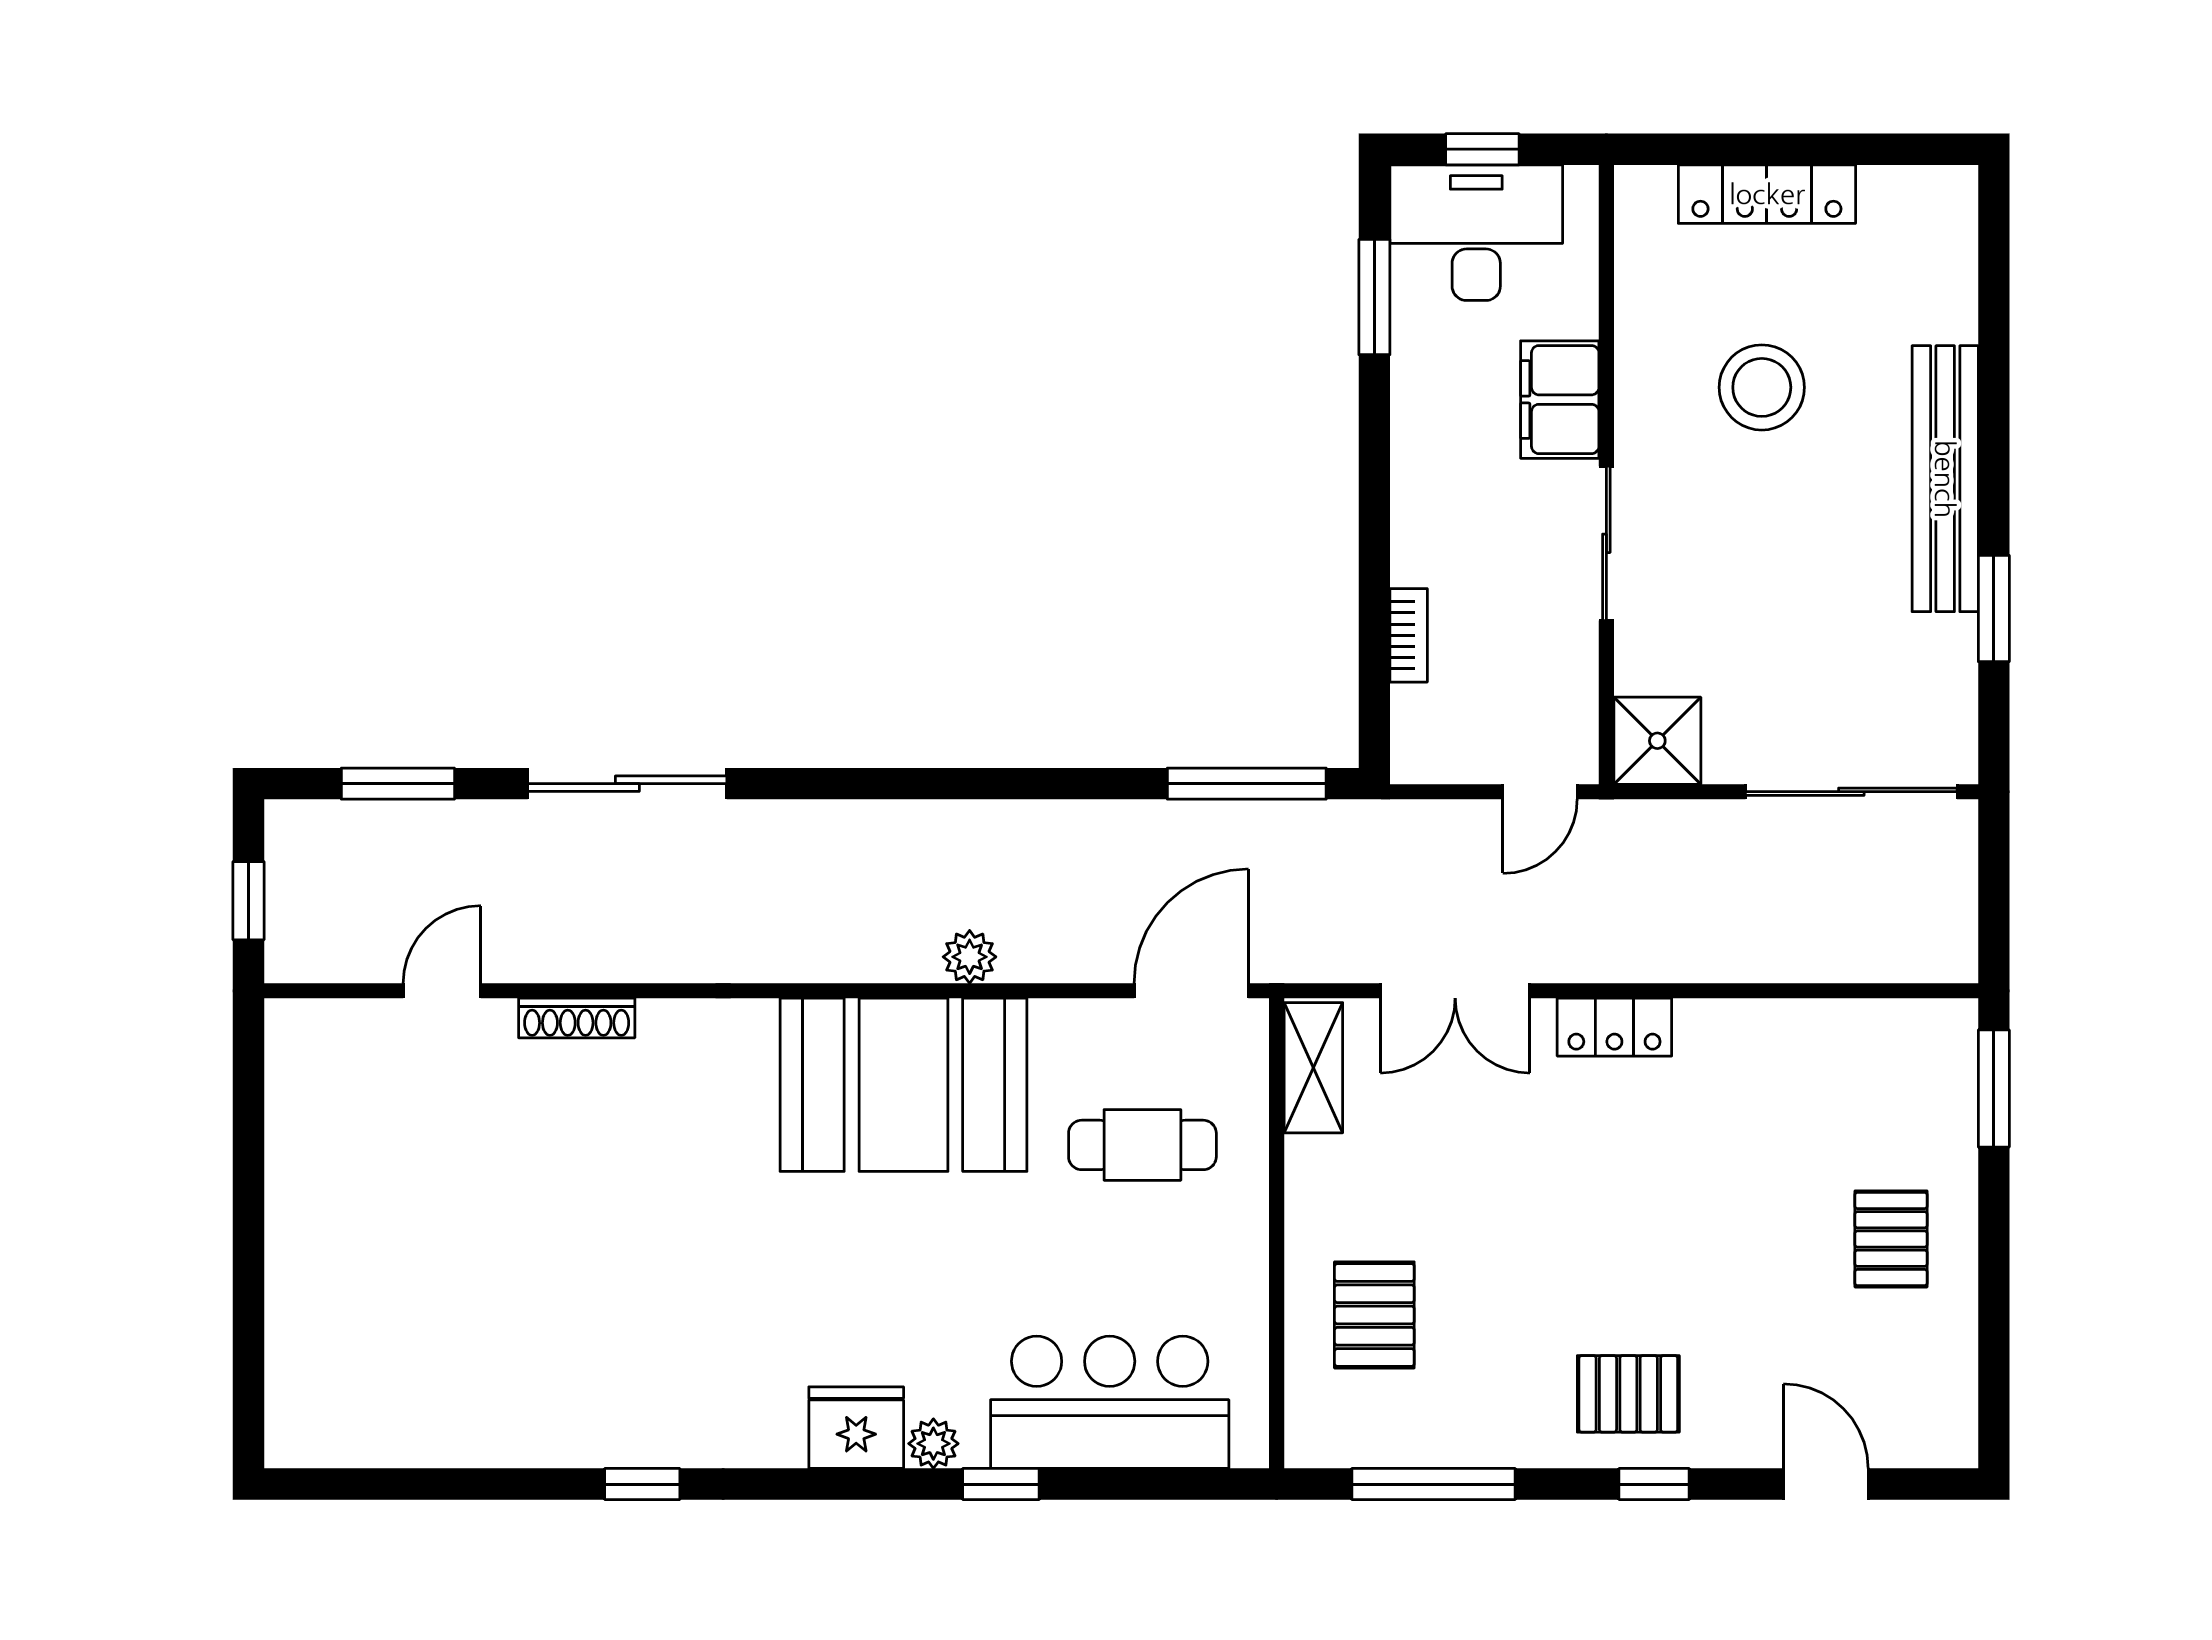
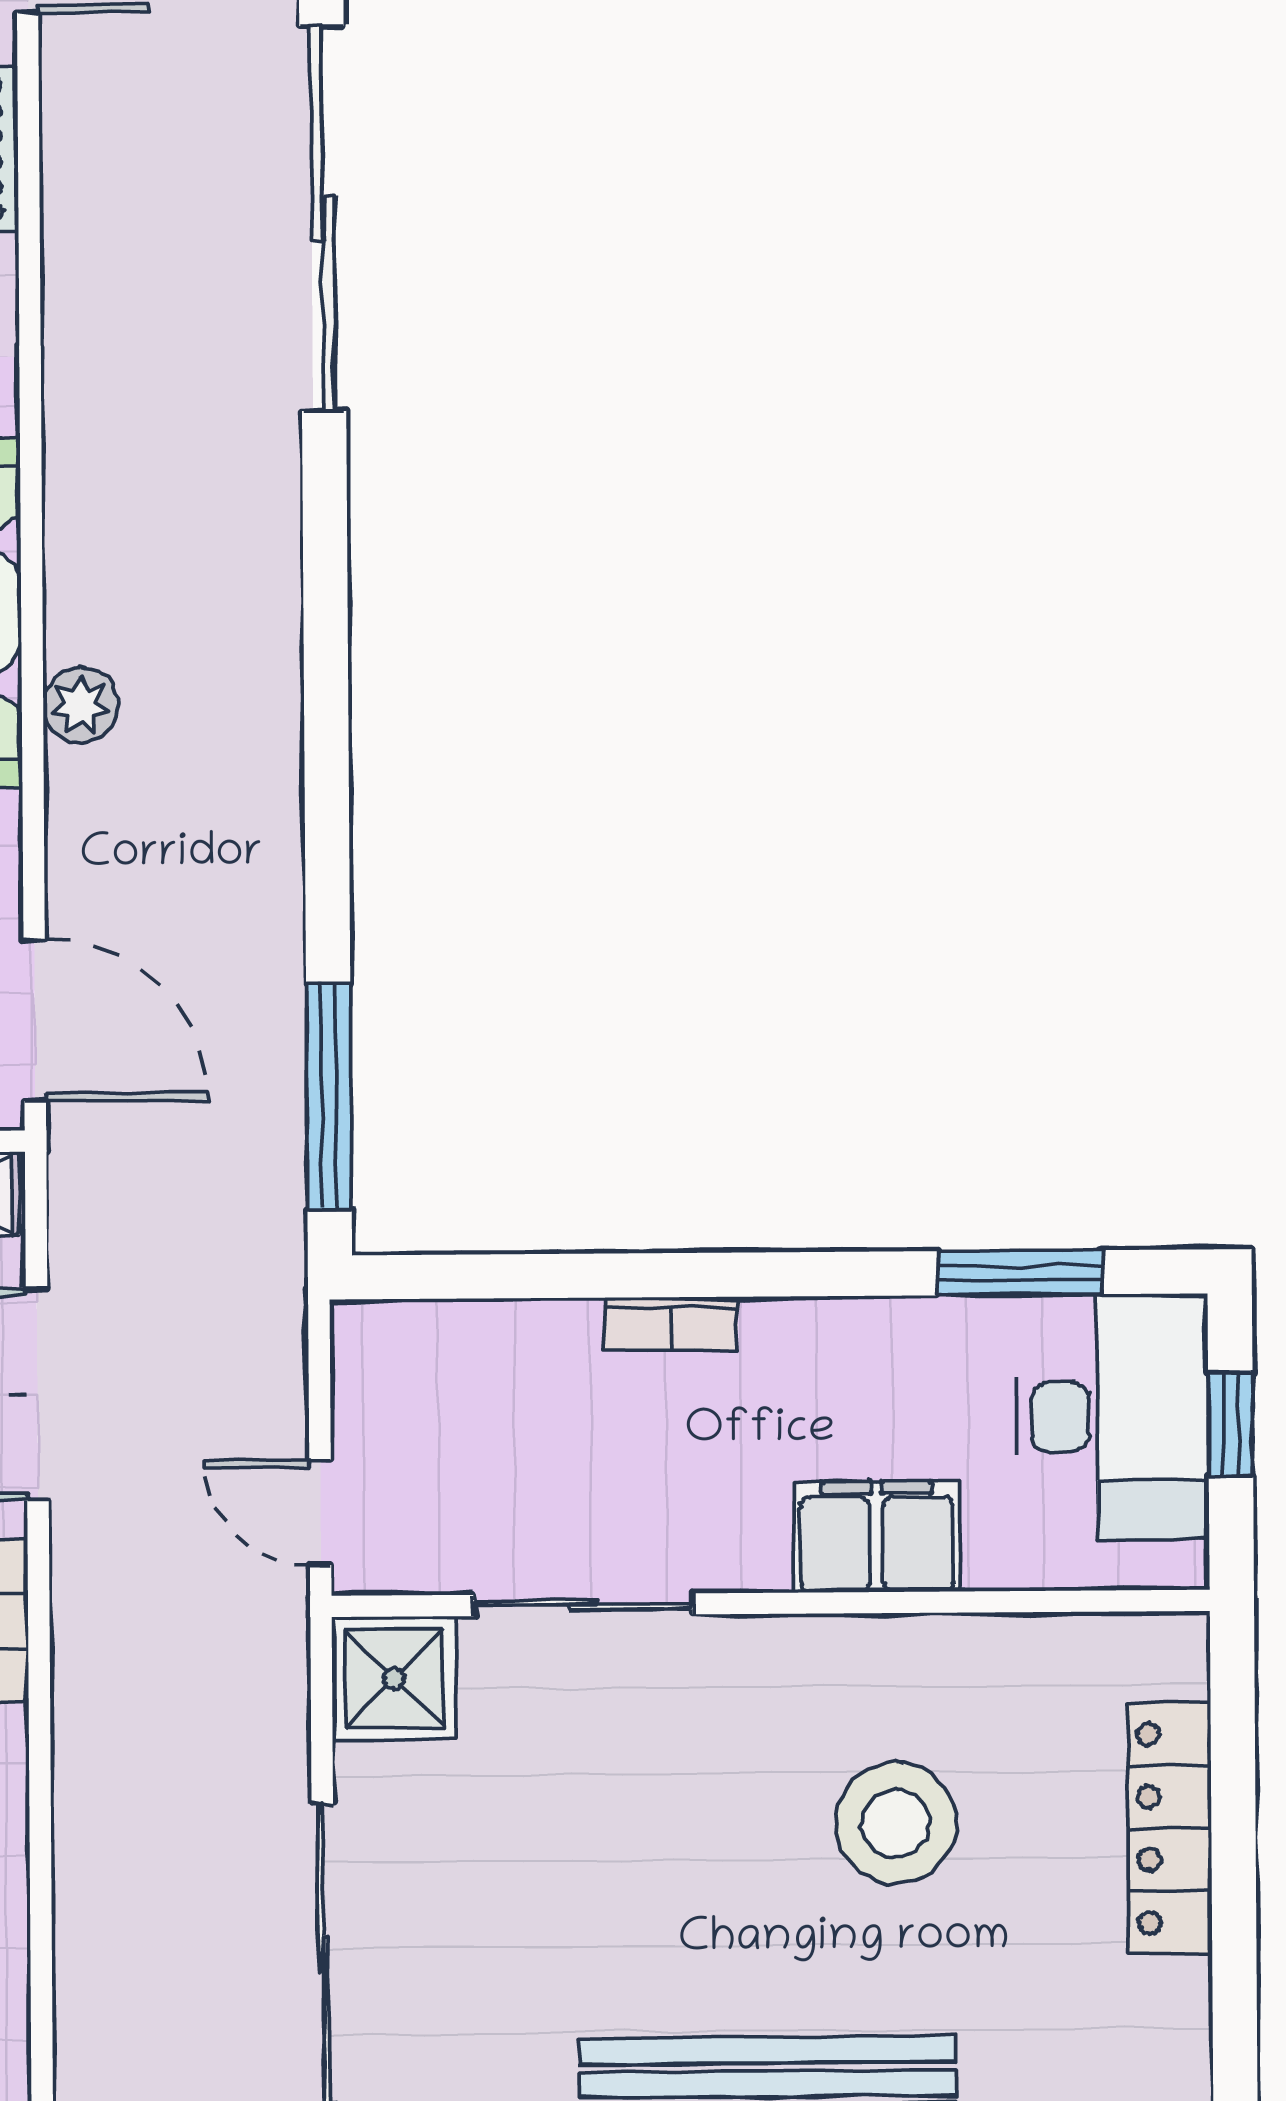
sliding door: (1606, 543) -> (583, 1605), moved
bookcase: (1409, 635) -> (671, 1324), moved
sliding door: (627, 784) -> (323, 218), width x1.36

